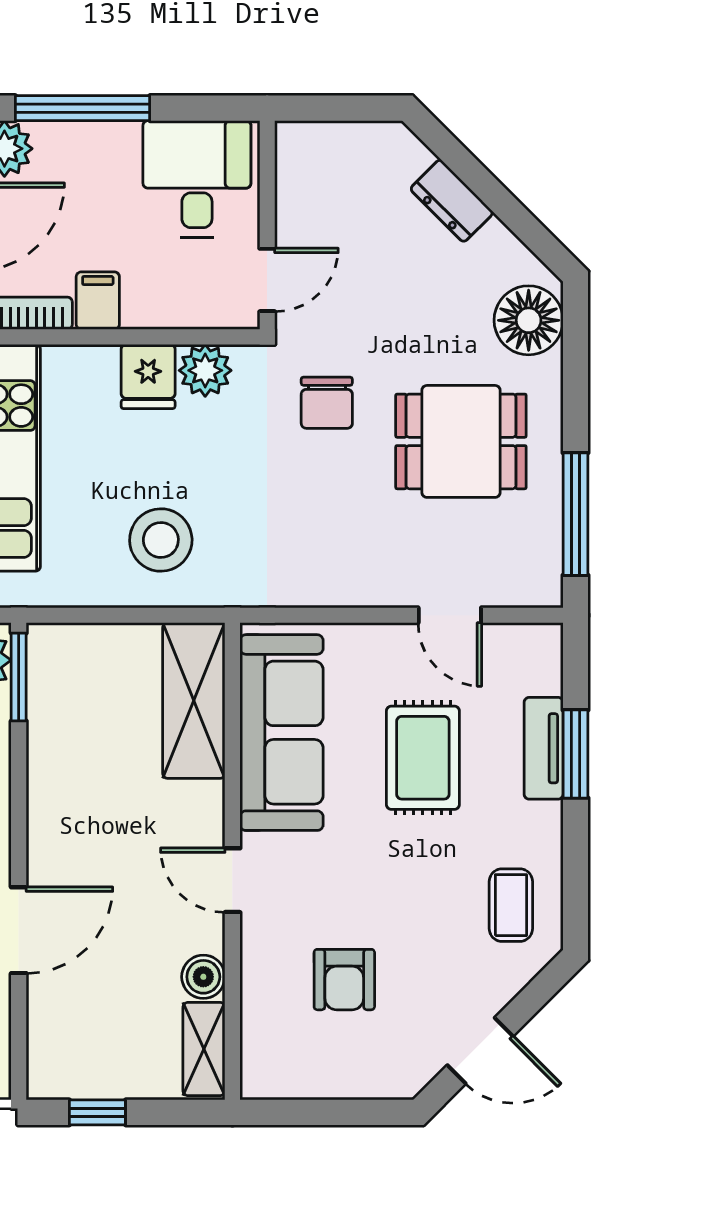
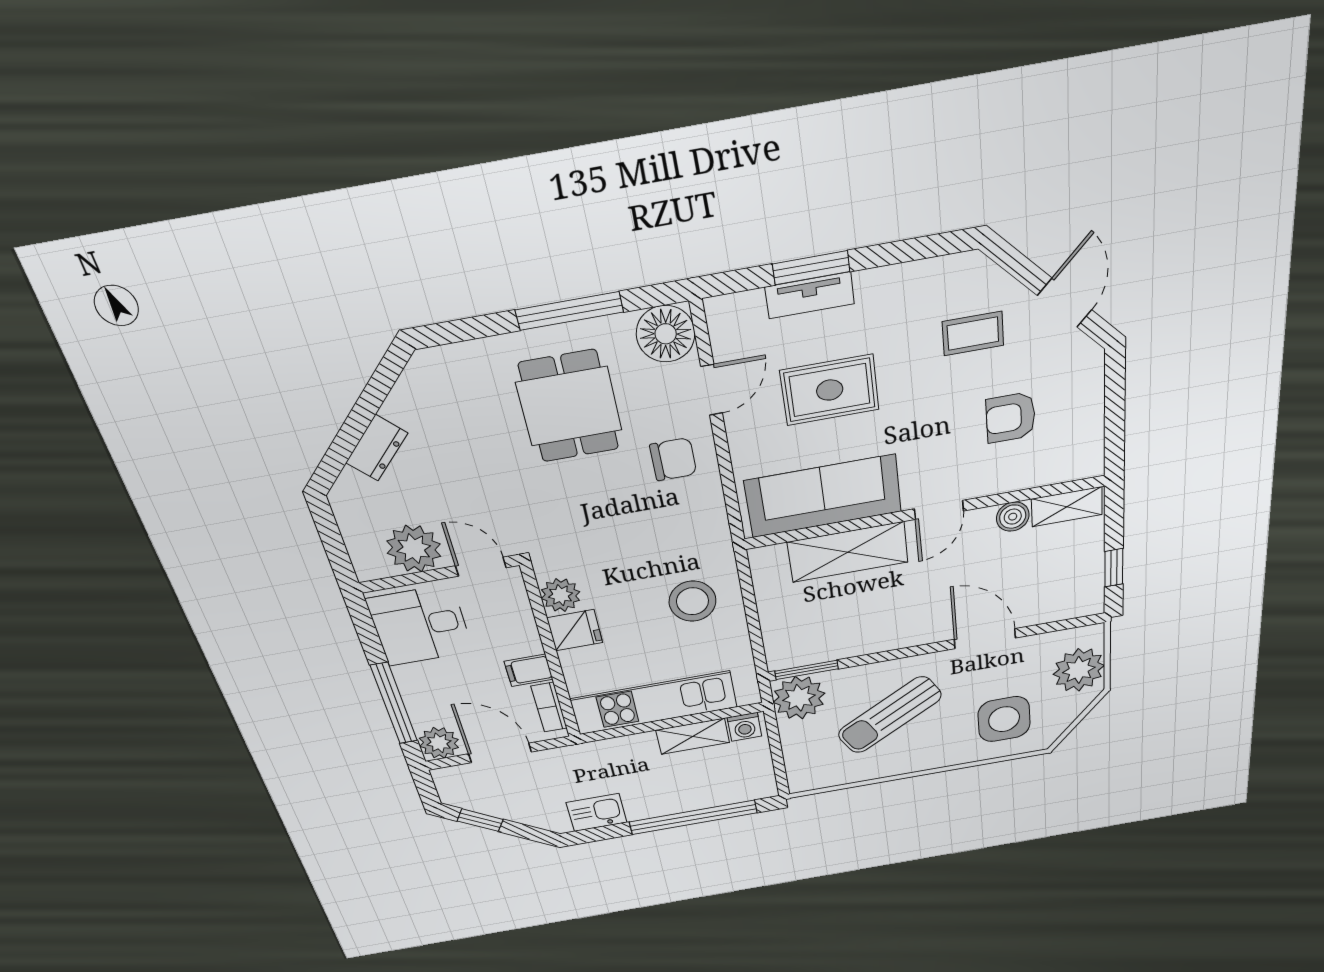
plant: (309, 204) -> (414, 549), added
floor lamp: (529, 320) -> (666, 334), moved
chair: (327, 403) -> (673, 459), moved
window: (575, 514) -> (569, 311), moved
shelving: (194, 701) -> (848, 552), moved
coffee table: (511, 905) -> (973, 334), moved
armchair: (344, 980) -> (1011, 418), turned 180

